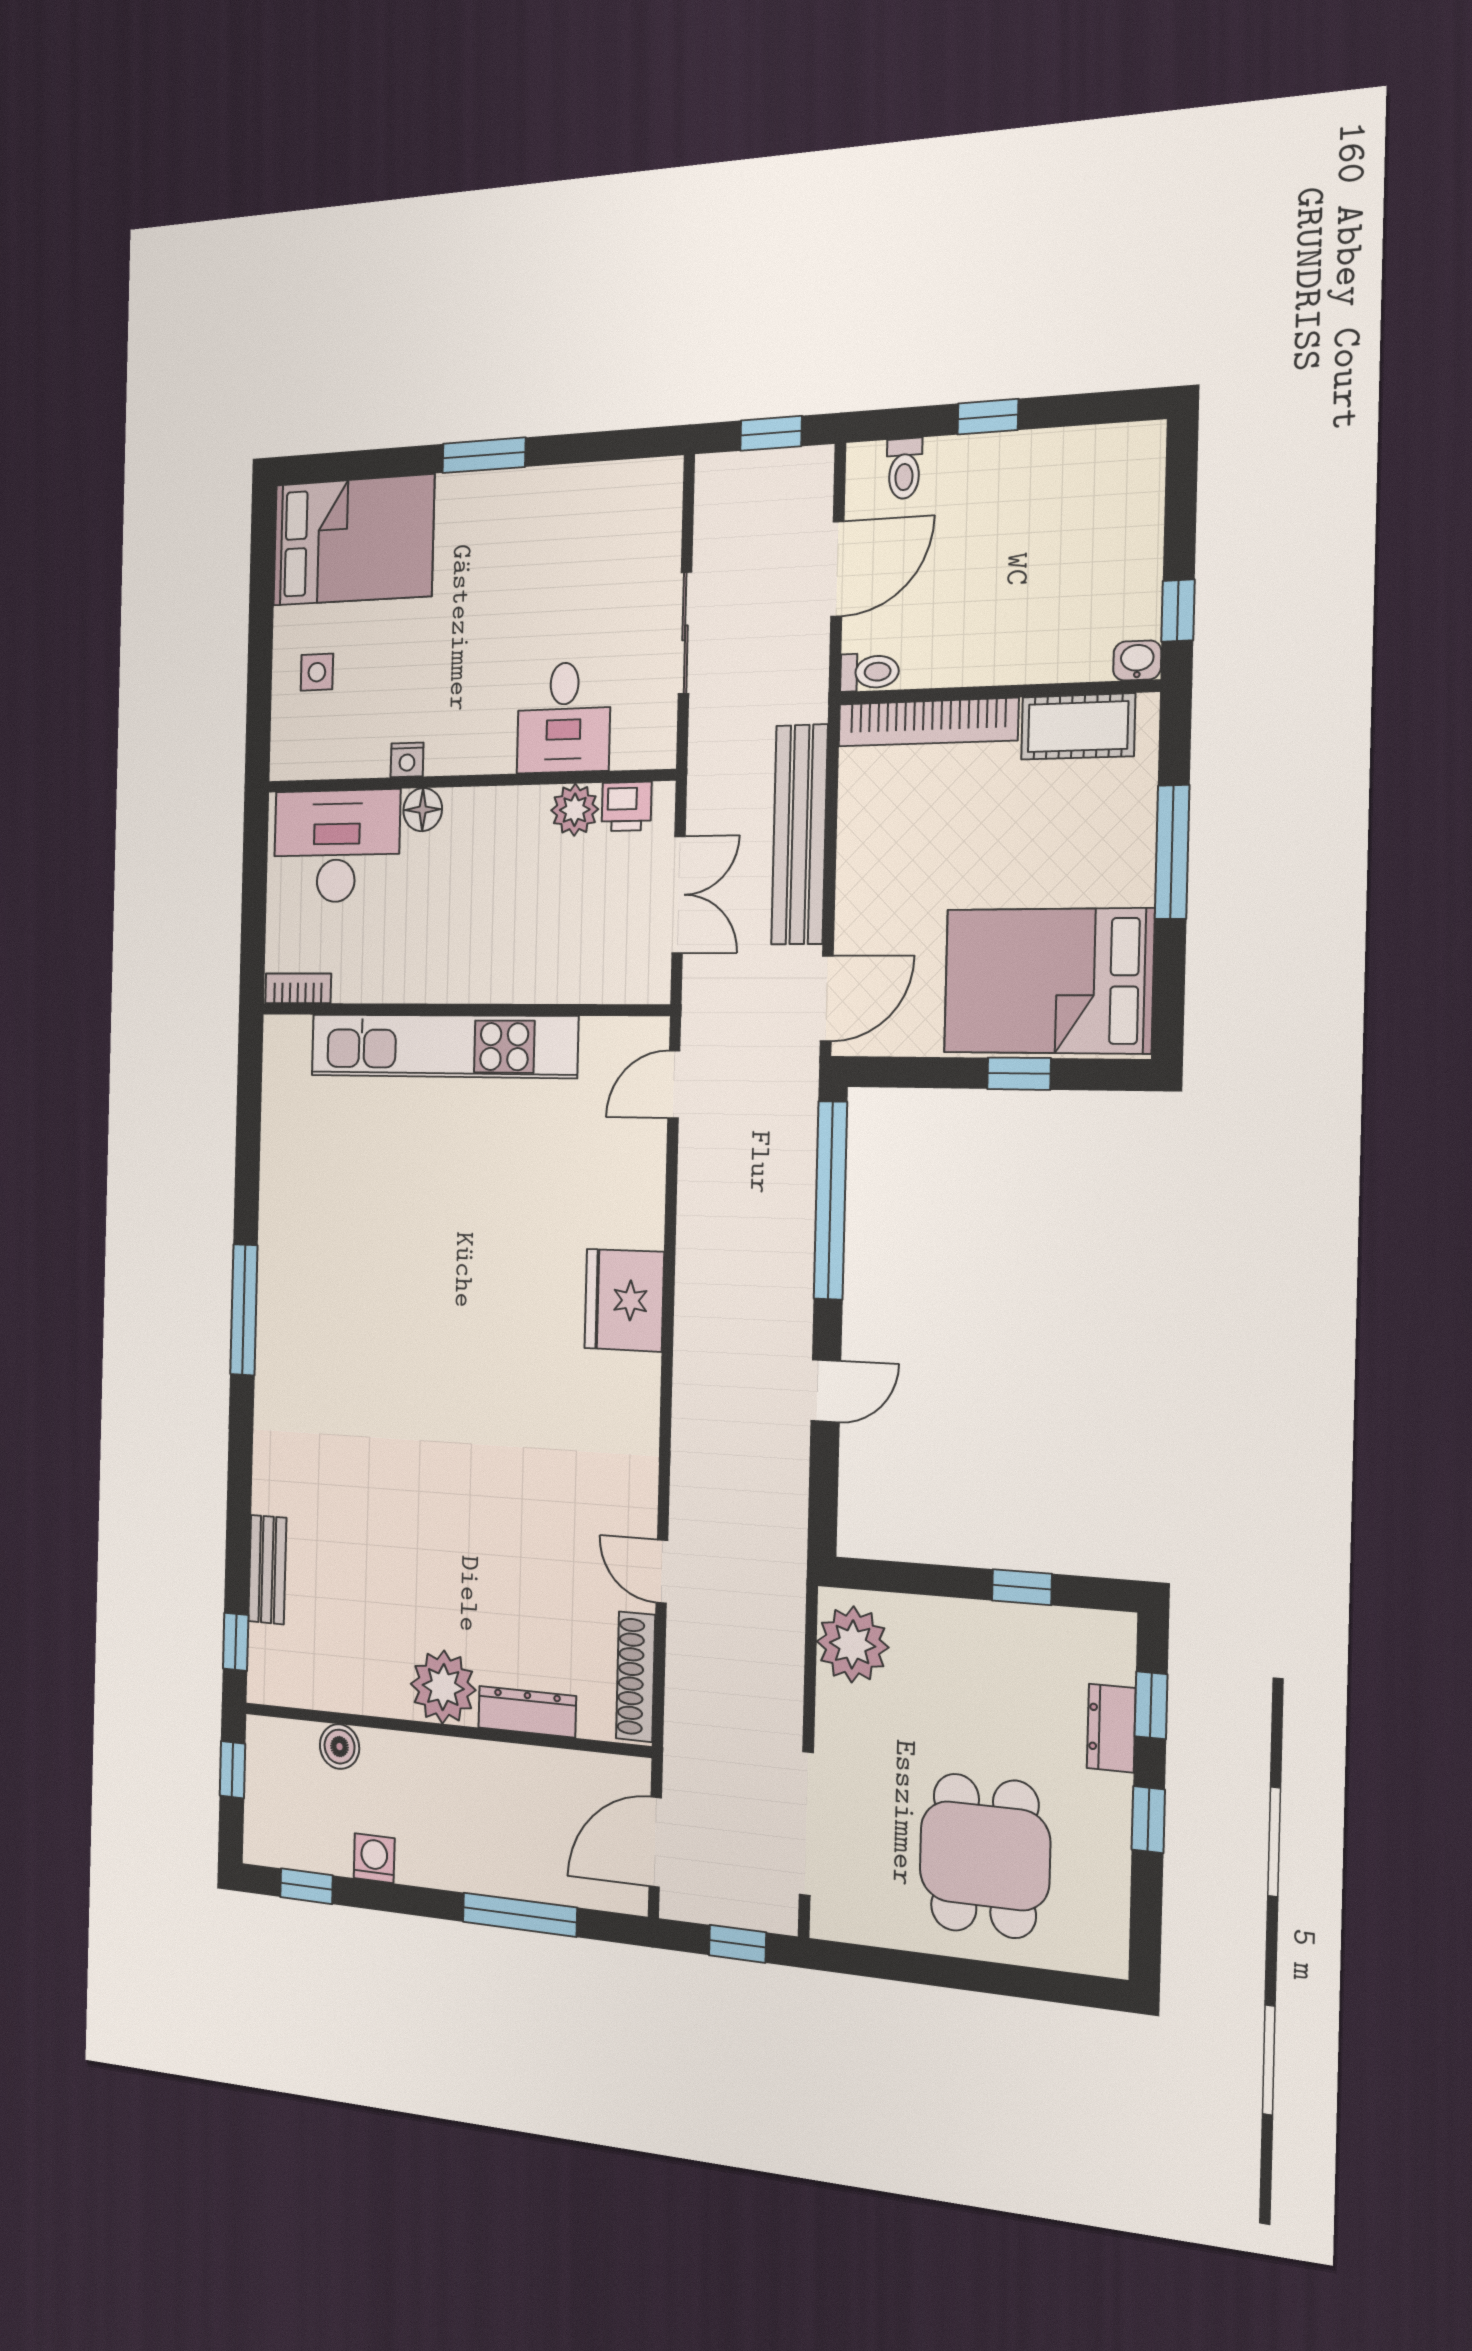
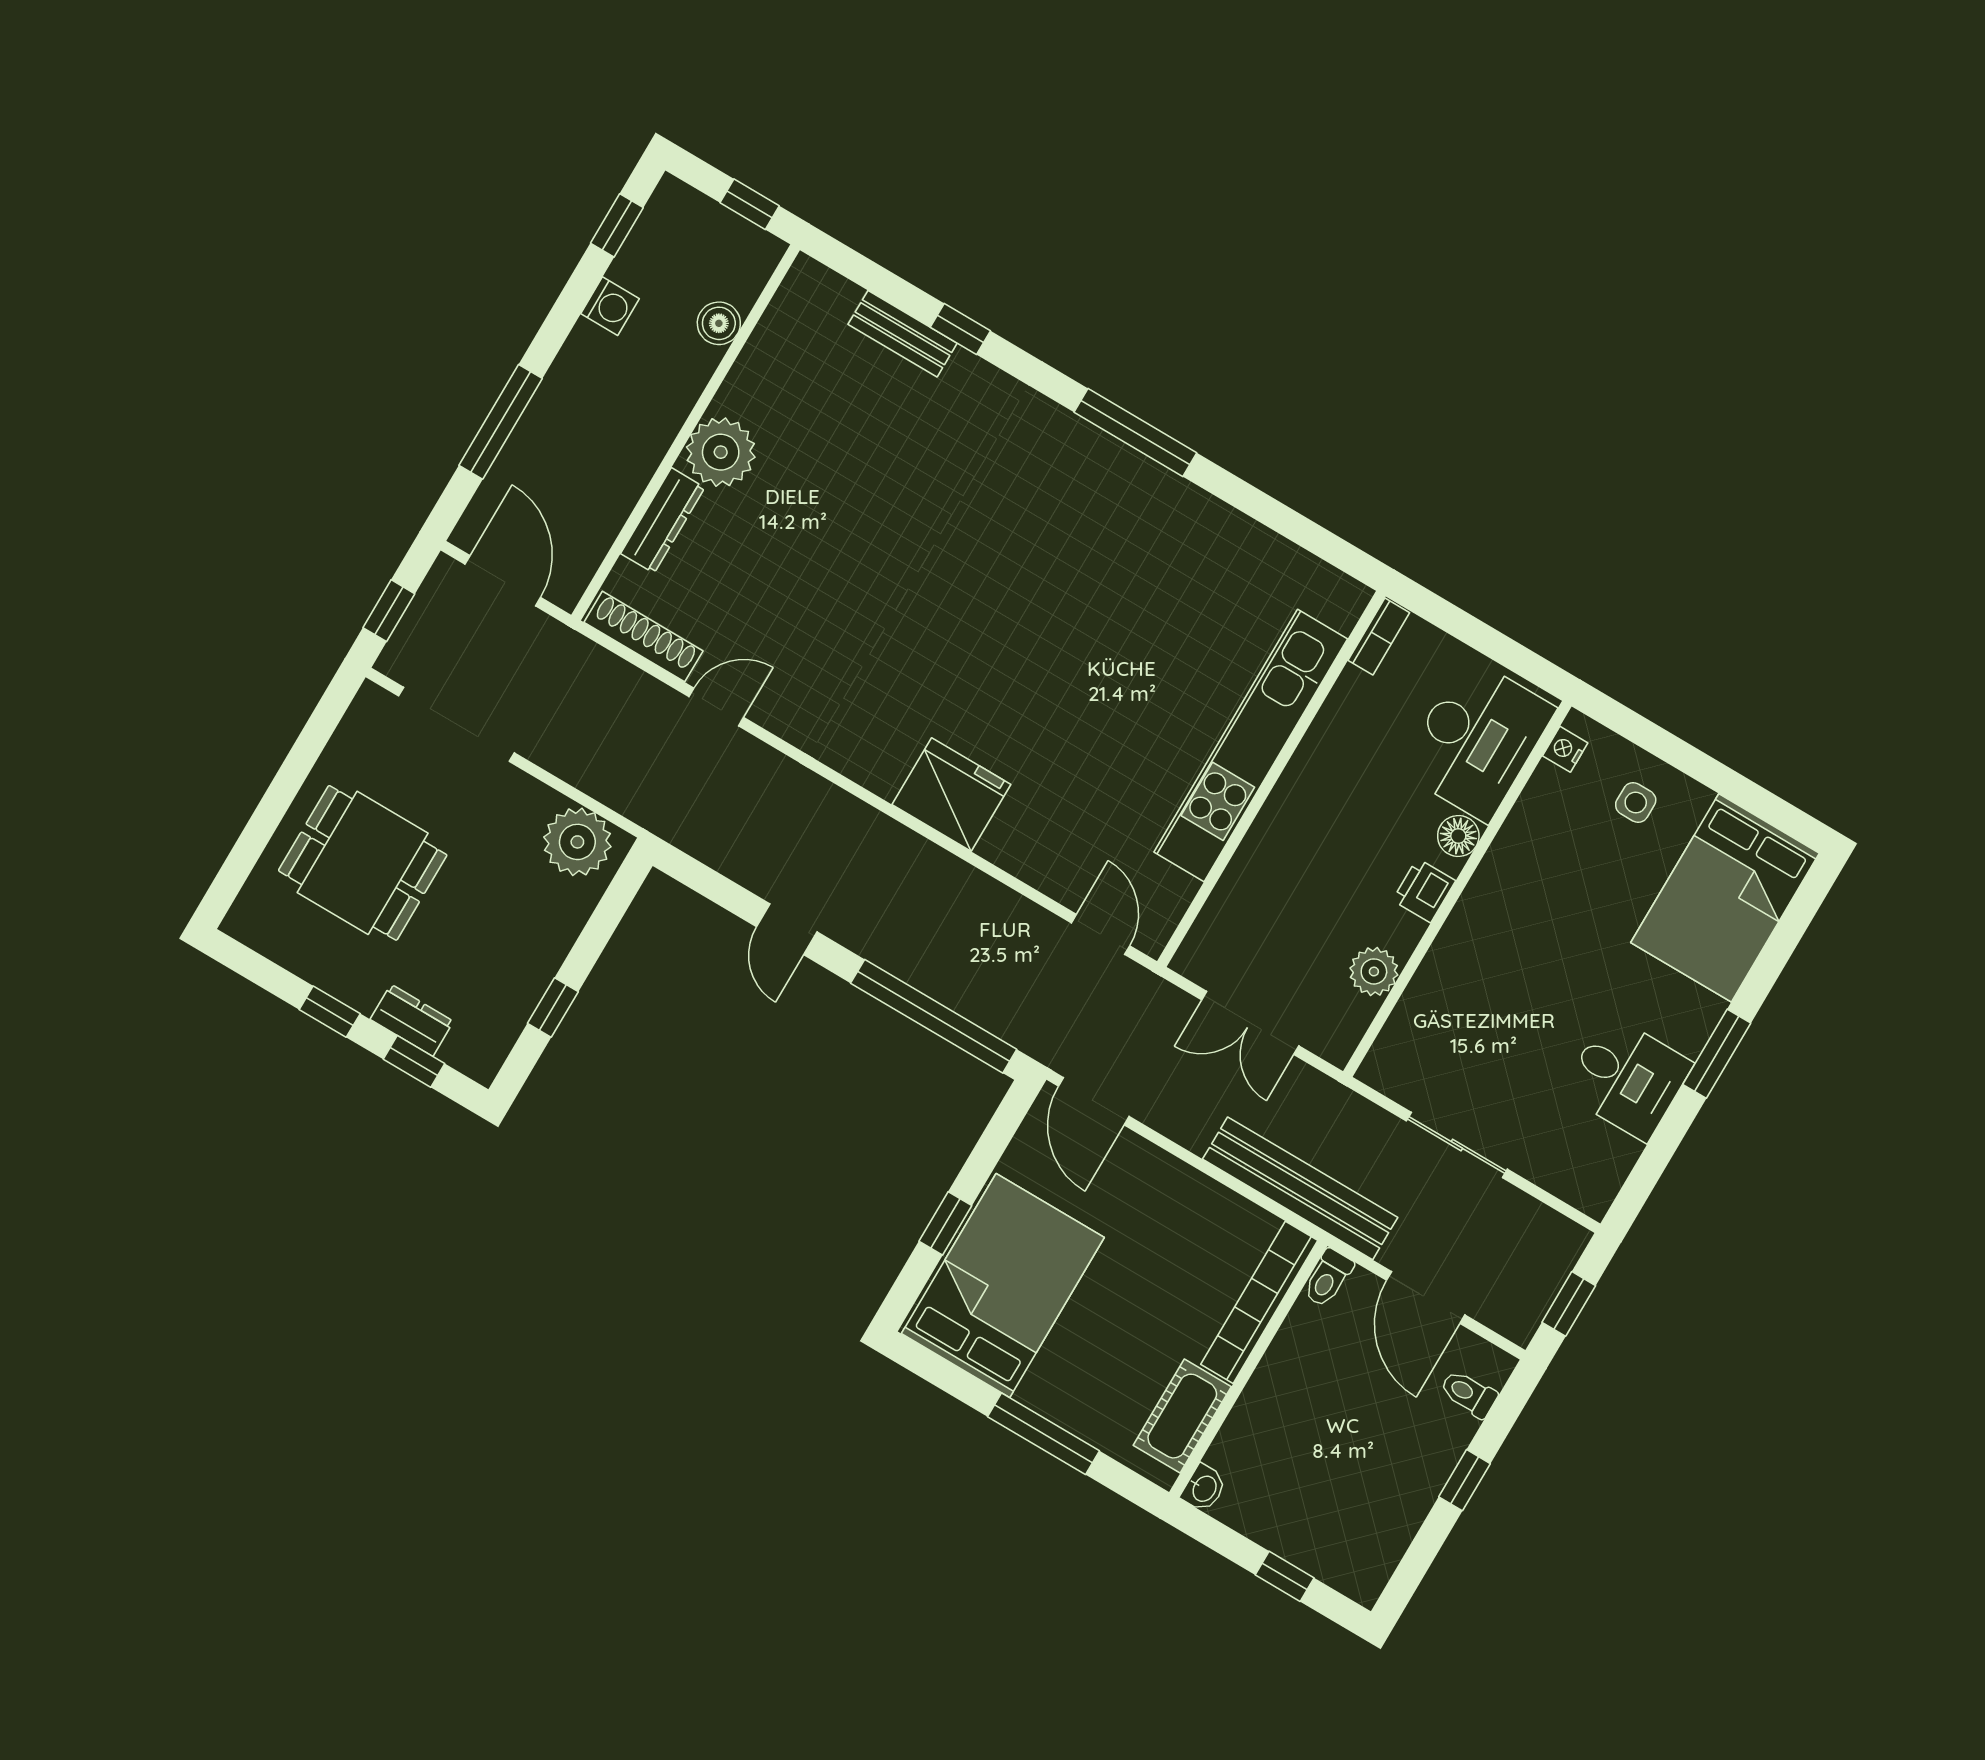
window: (1178, 611) -> (1285, 1576), moved
desk: (564, 718) -> (1627, 1078), moved, turned 180
nightstand: (407, 760) -> (1565, 749), moved
printer: (627, 806) -> (1424, 891), moved
bench: (799, 835) -> (1300, 1188), moved
window: (236, 1642) -> (960, 329), moved

